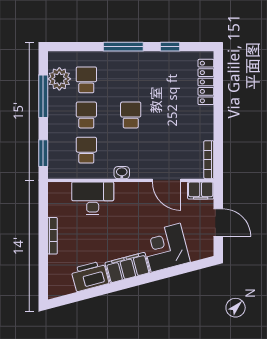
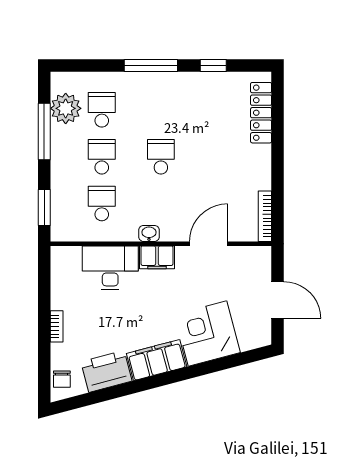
door: (167, 180) -> (209, 244), swing flipped
filing cabinet: (201, 191) -> (157, 257), moved
bookcase: (52, 236) -> (57, 326), width x0.64
chair: (56, 282) -> (62, 379), added

